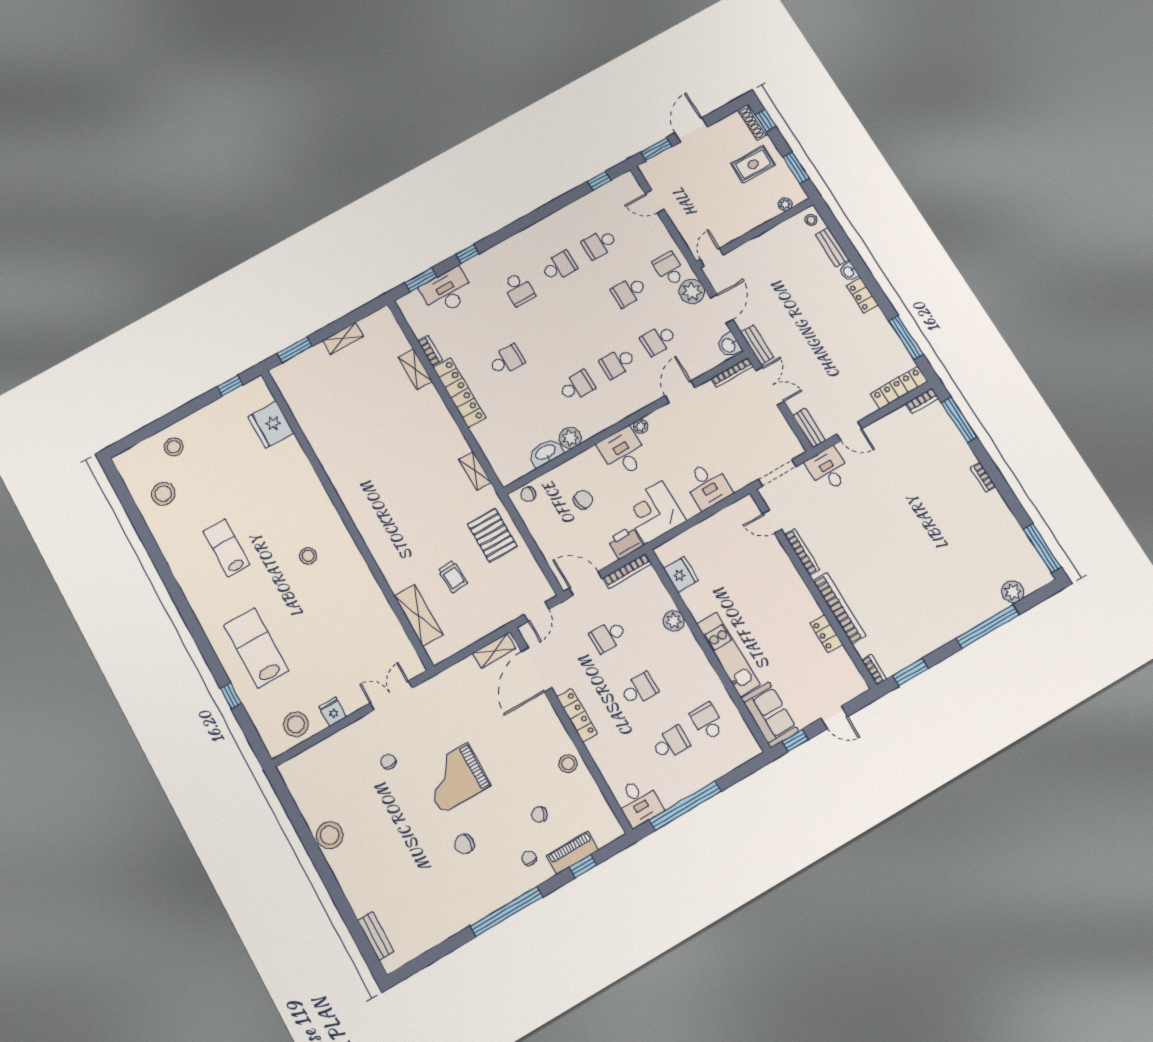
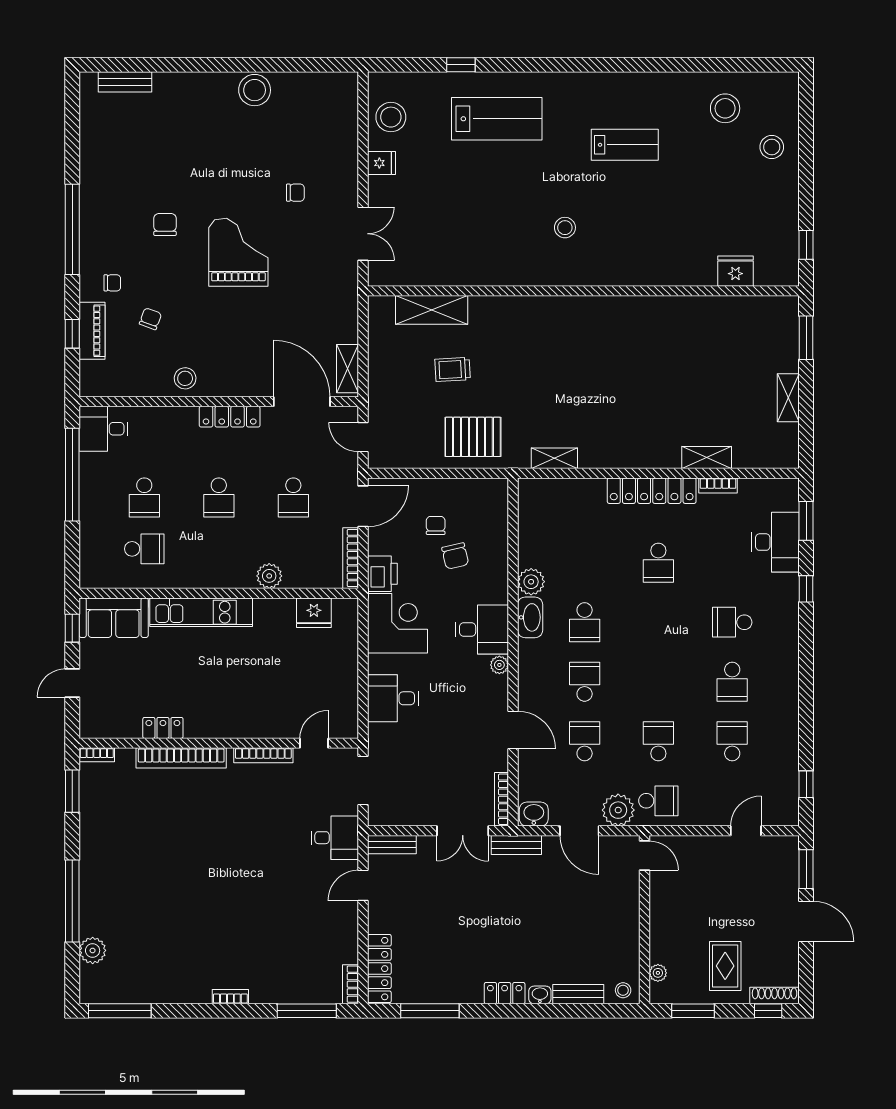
fridge: (271, 425) -> (735, 271), width x0.73, depth x0.75
washbasin: (546, 453) -> (530, 617), moved
chair: (528, 494) -> (436, 525), moved
school desk: (608, 636) -> (293, 497), turned 180

